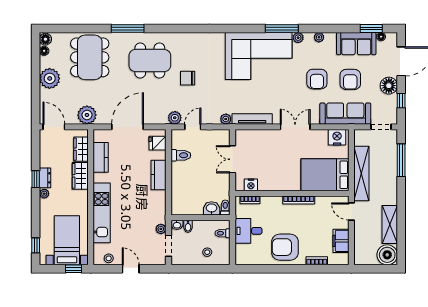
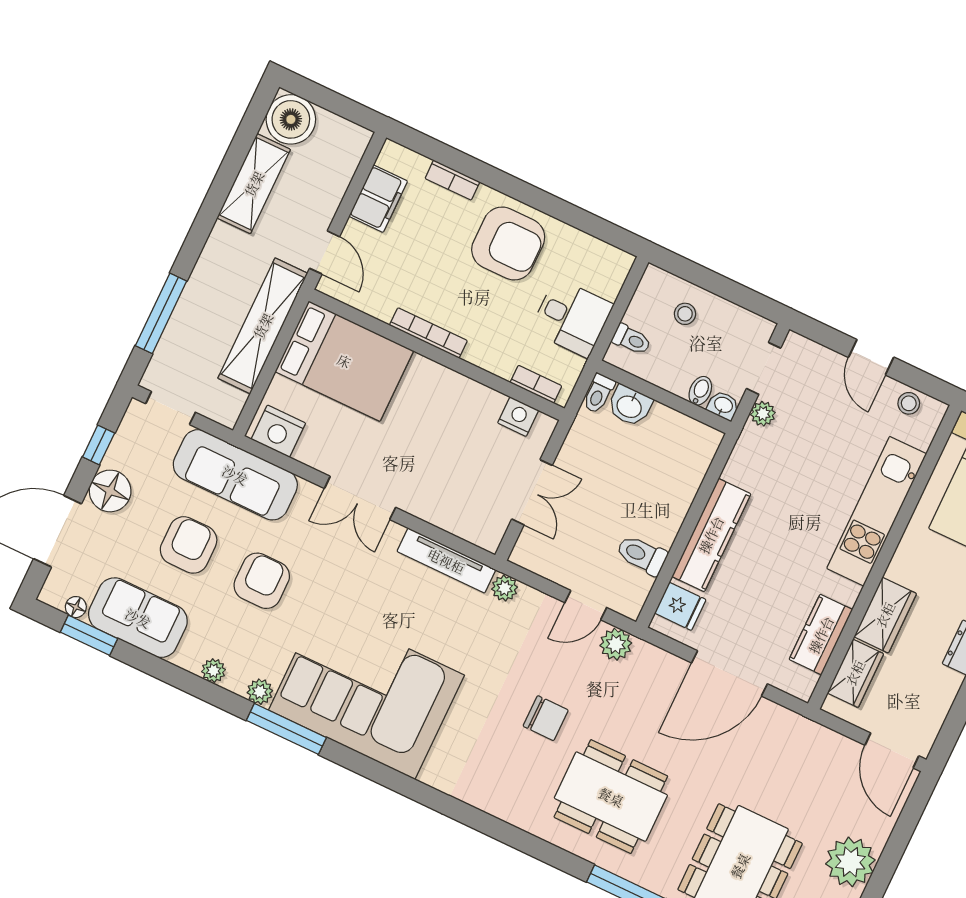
plant: (87, 115) -> (806, 742), removed
kitchen counter: (159, 175) -> (711, 535), width x1.50

